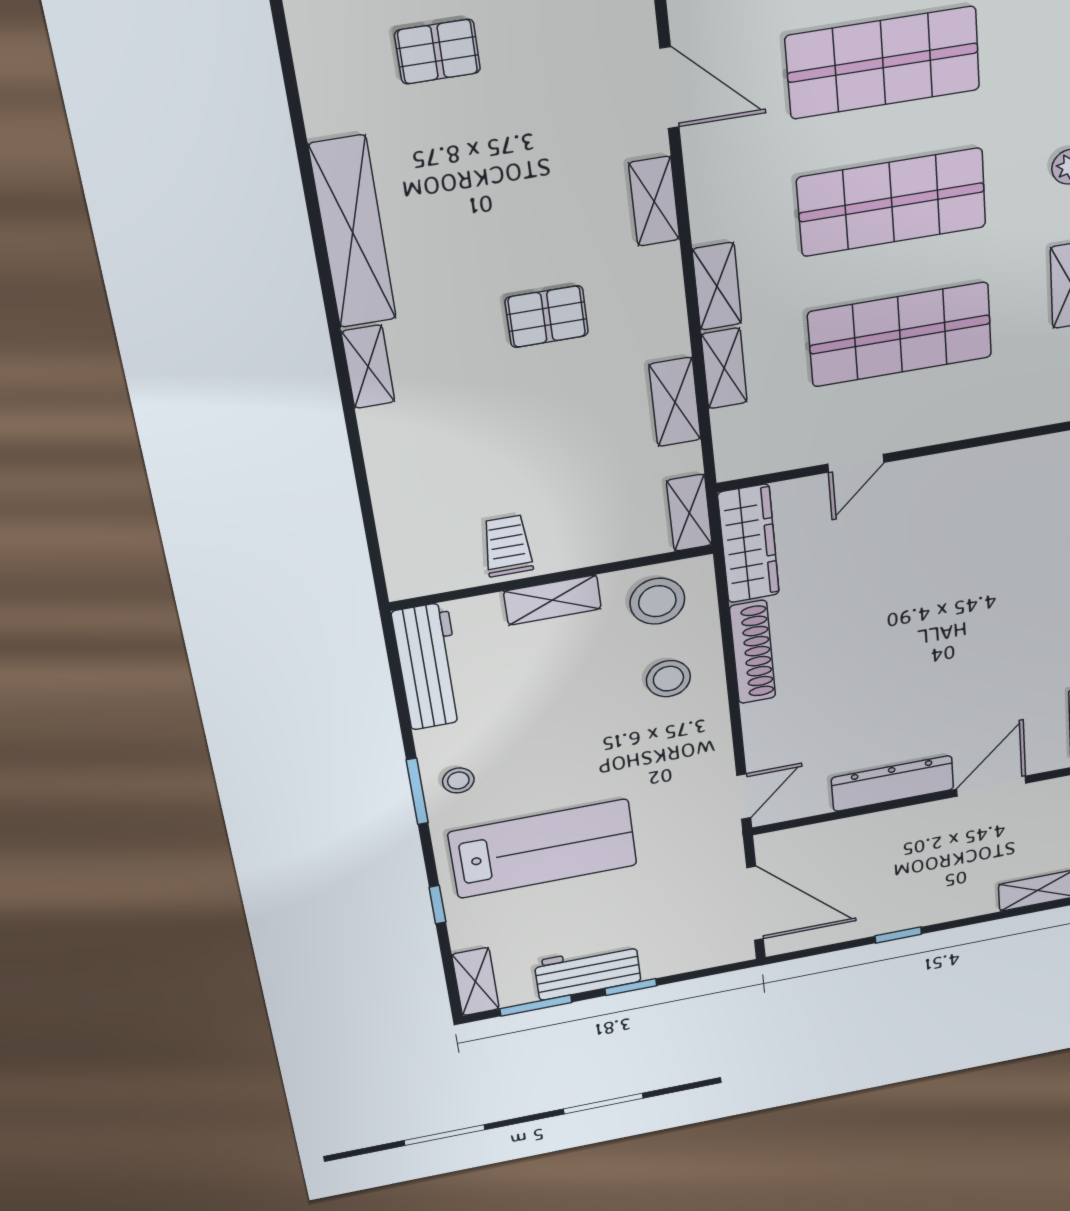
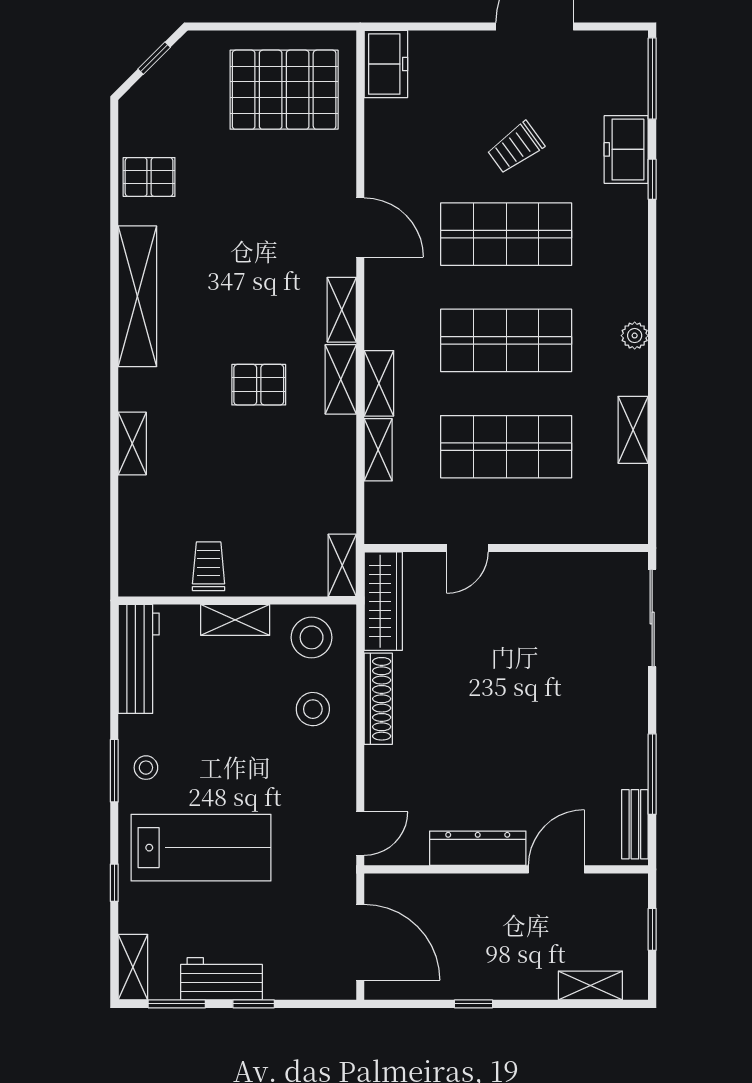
pallet: (438, 52) -> (149, 177), moved
shelving: (368, 367) -> (132, 444), moved
shelving: (675, 402) -> (341, 379), moved

